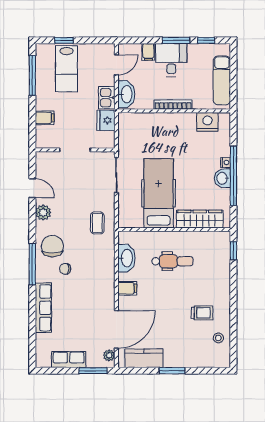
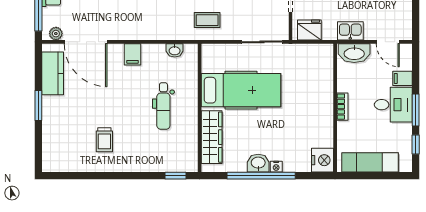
bookcase: (173, 105) -> (342, 107), width x0.64
fridge: (106, 120) -> (309, 30), moved
nightstand: (207, 122) -> (323, 160), moved
washbasin: (126, 258) -> (175, 50), width x0.52, depth x0.69
stool: (218, 338) -> (76, 158), removed

